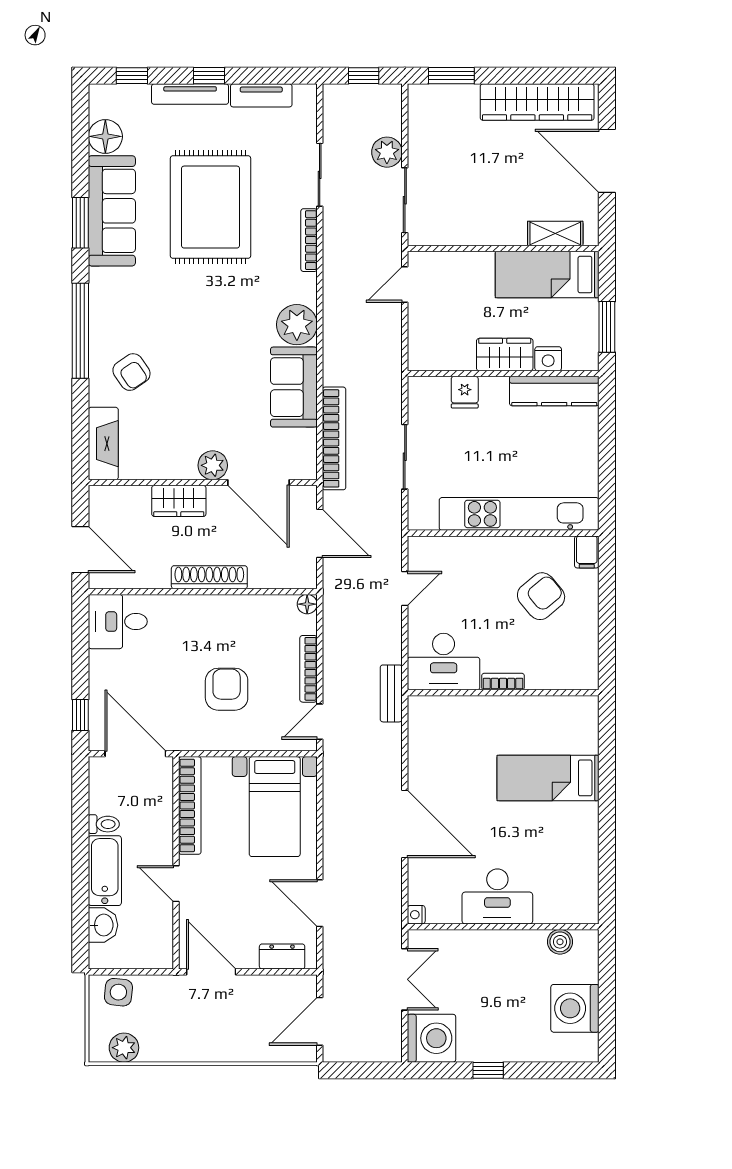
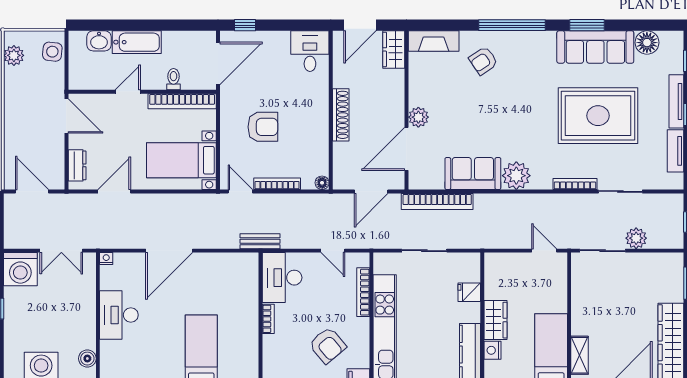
wardrobe: (179, 501) -> (394, 49), moved
bookcase: (465, 545) -> (363, 292), added
toilet: (104, 824) -> (174, 79), moved, turned 180
door: (211, 972) -> (66, 116), hinge flipped

